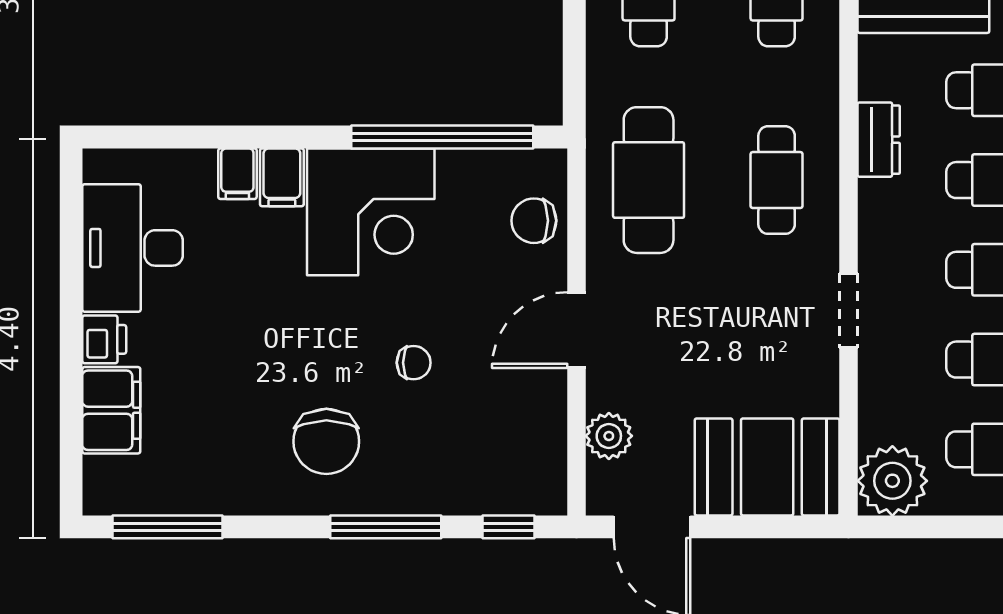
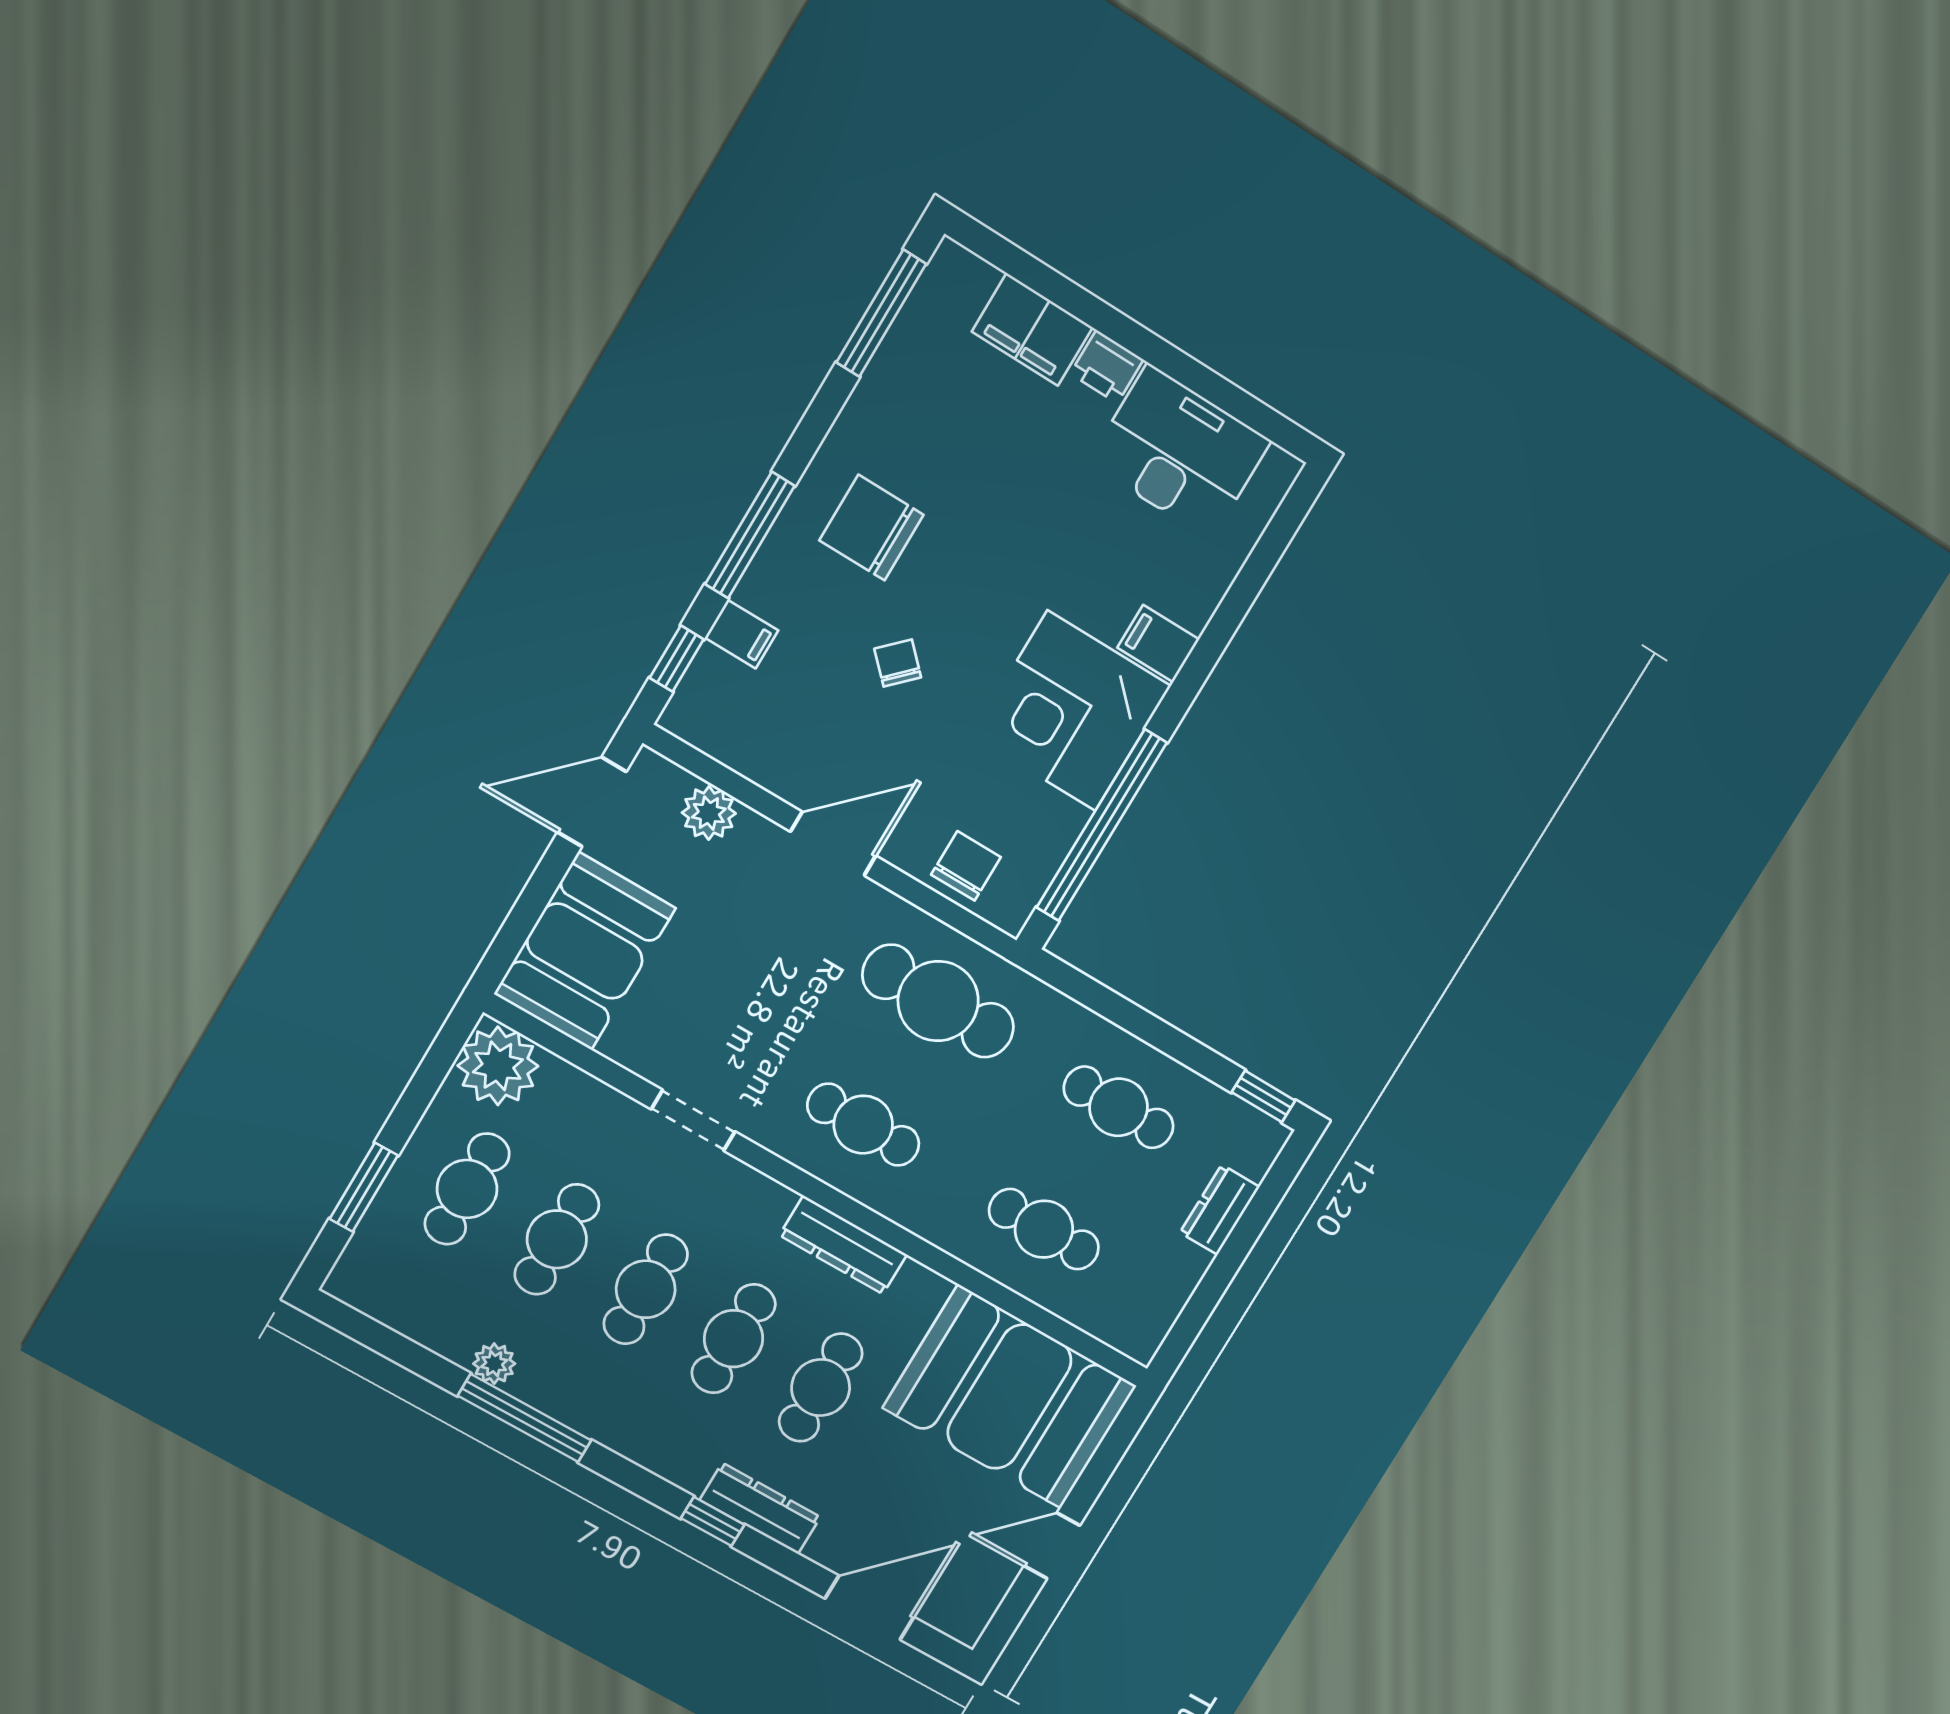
dresser: (879, 140) -> (843, 1245), width x1.44
filing cabinet: (237, 174) -> (742, 634), moved, turned 180
door: (577, 330) -> (833, 844), hinge flipped
chair: (414, 363) -> (898, 663), turned 135

